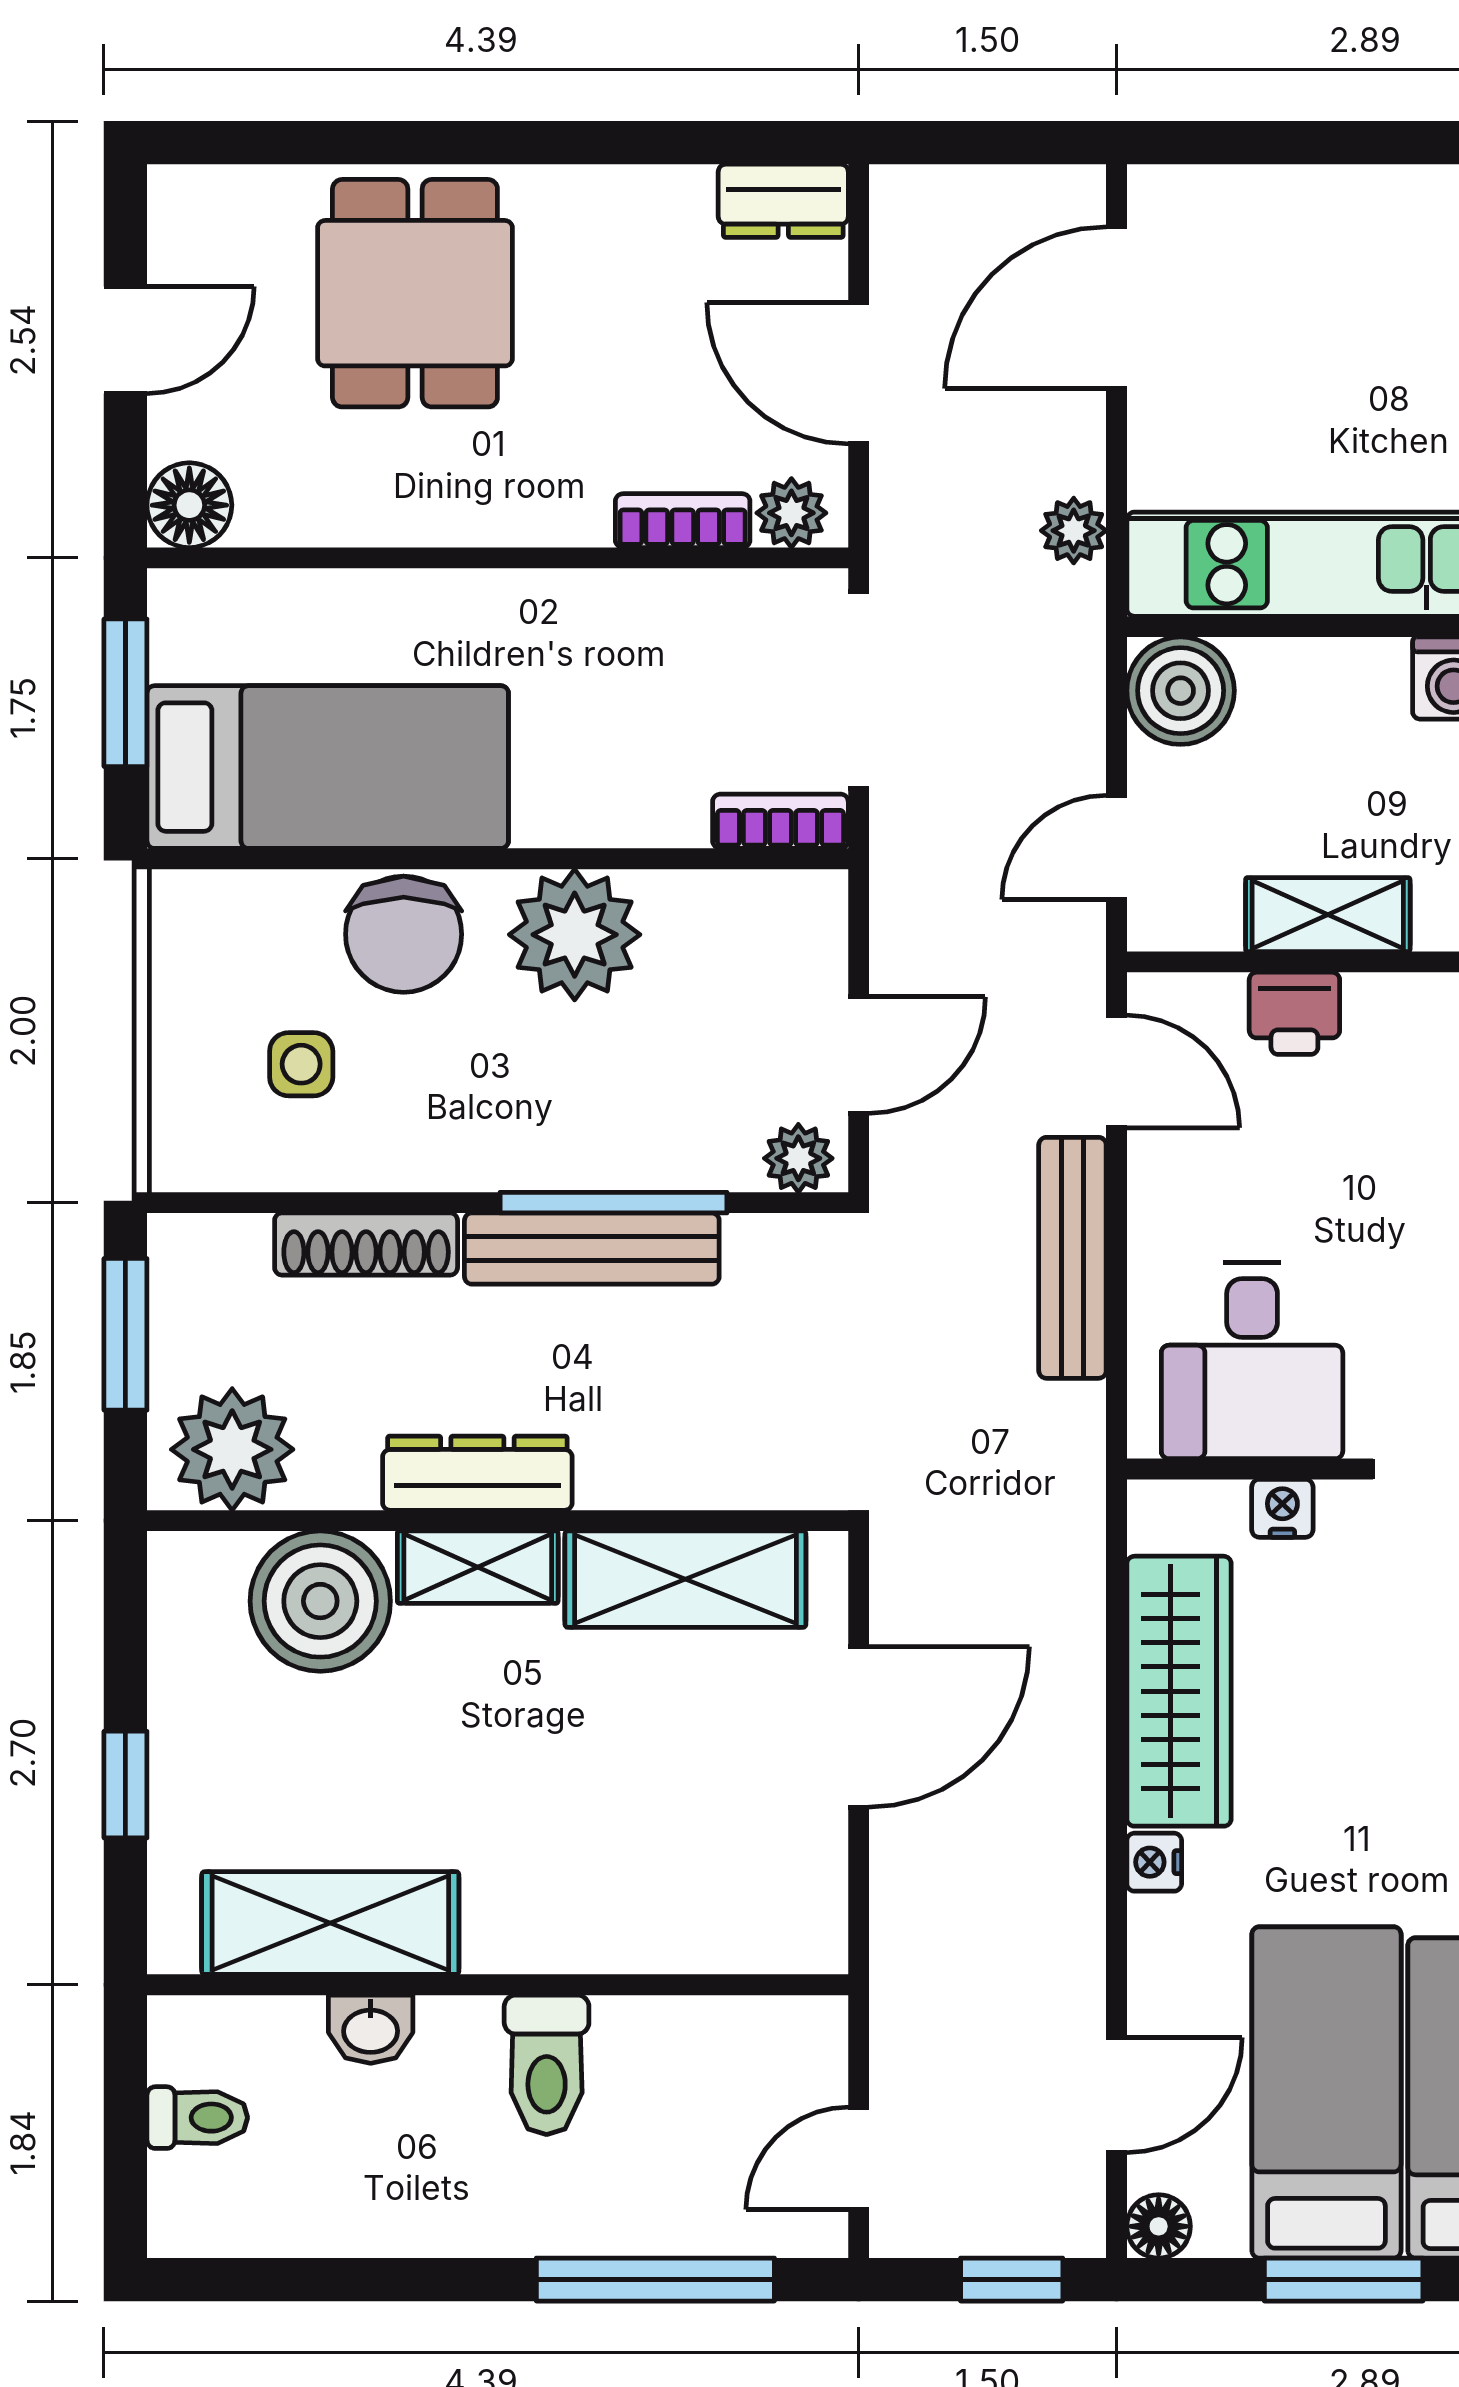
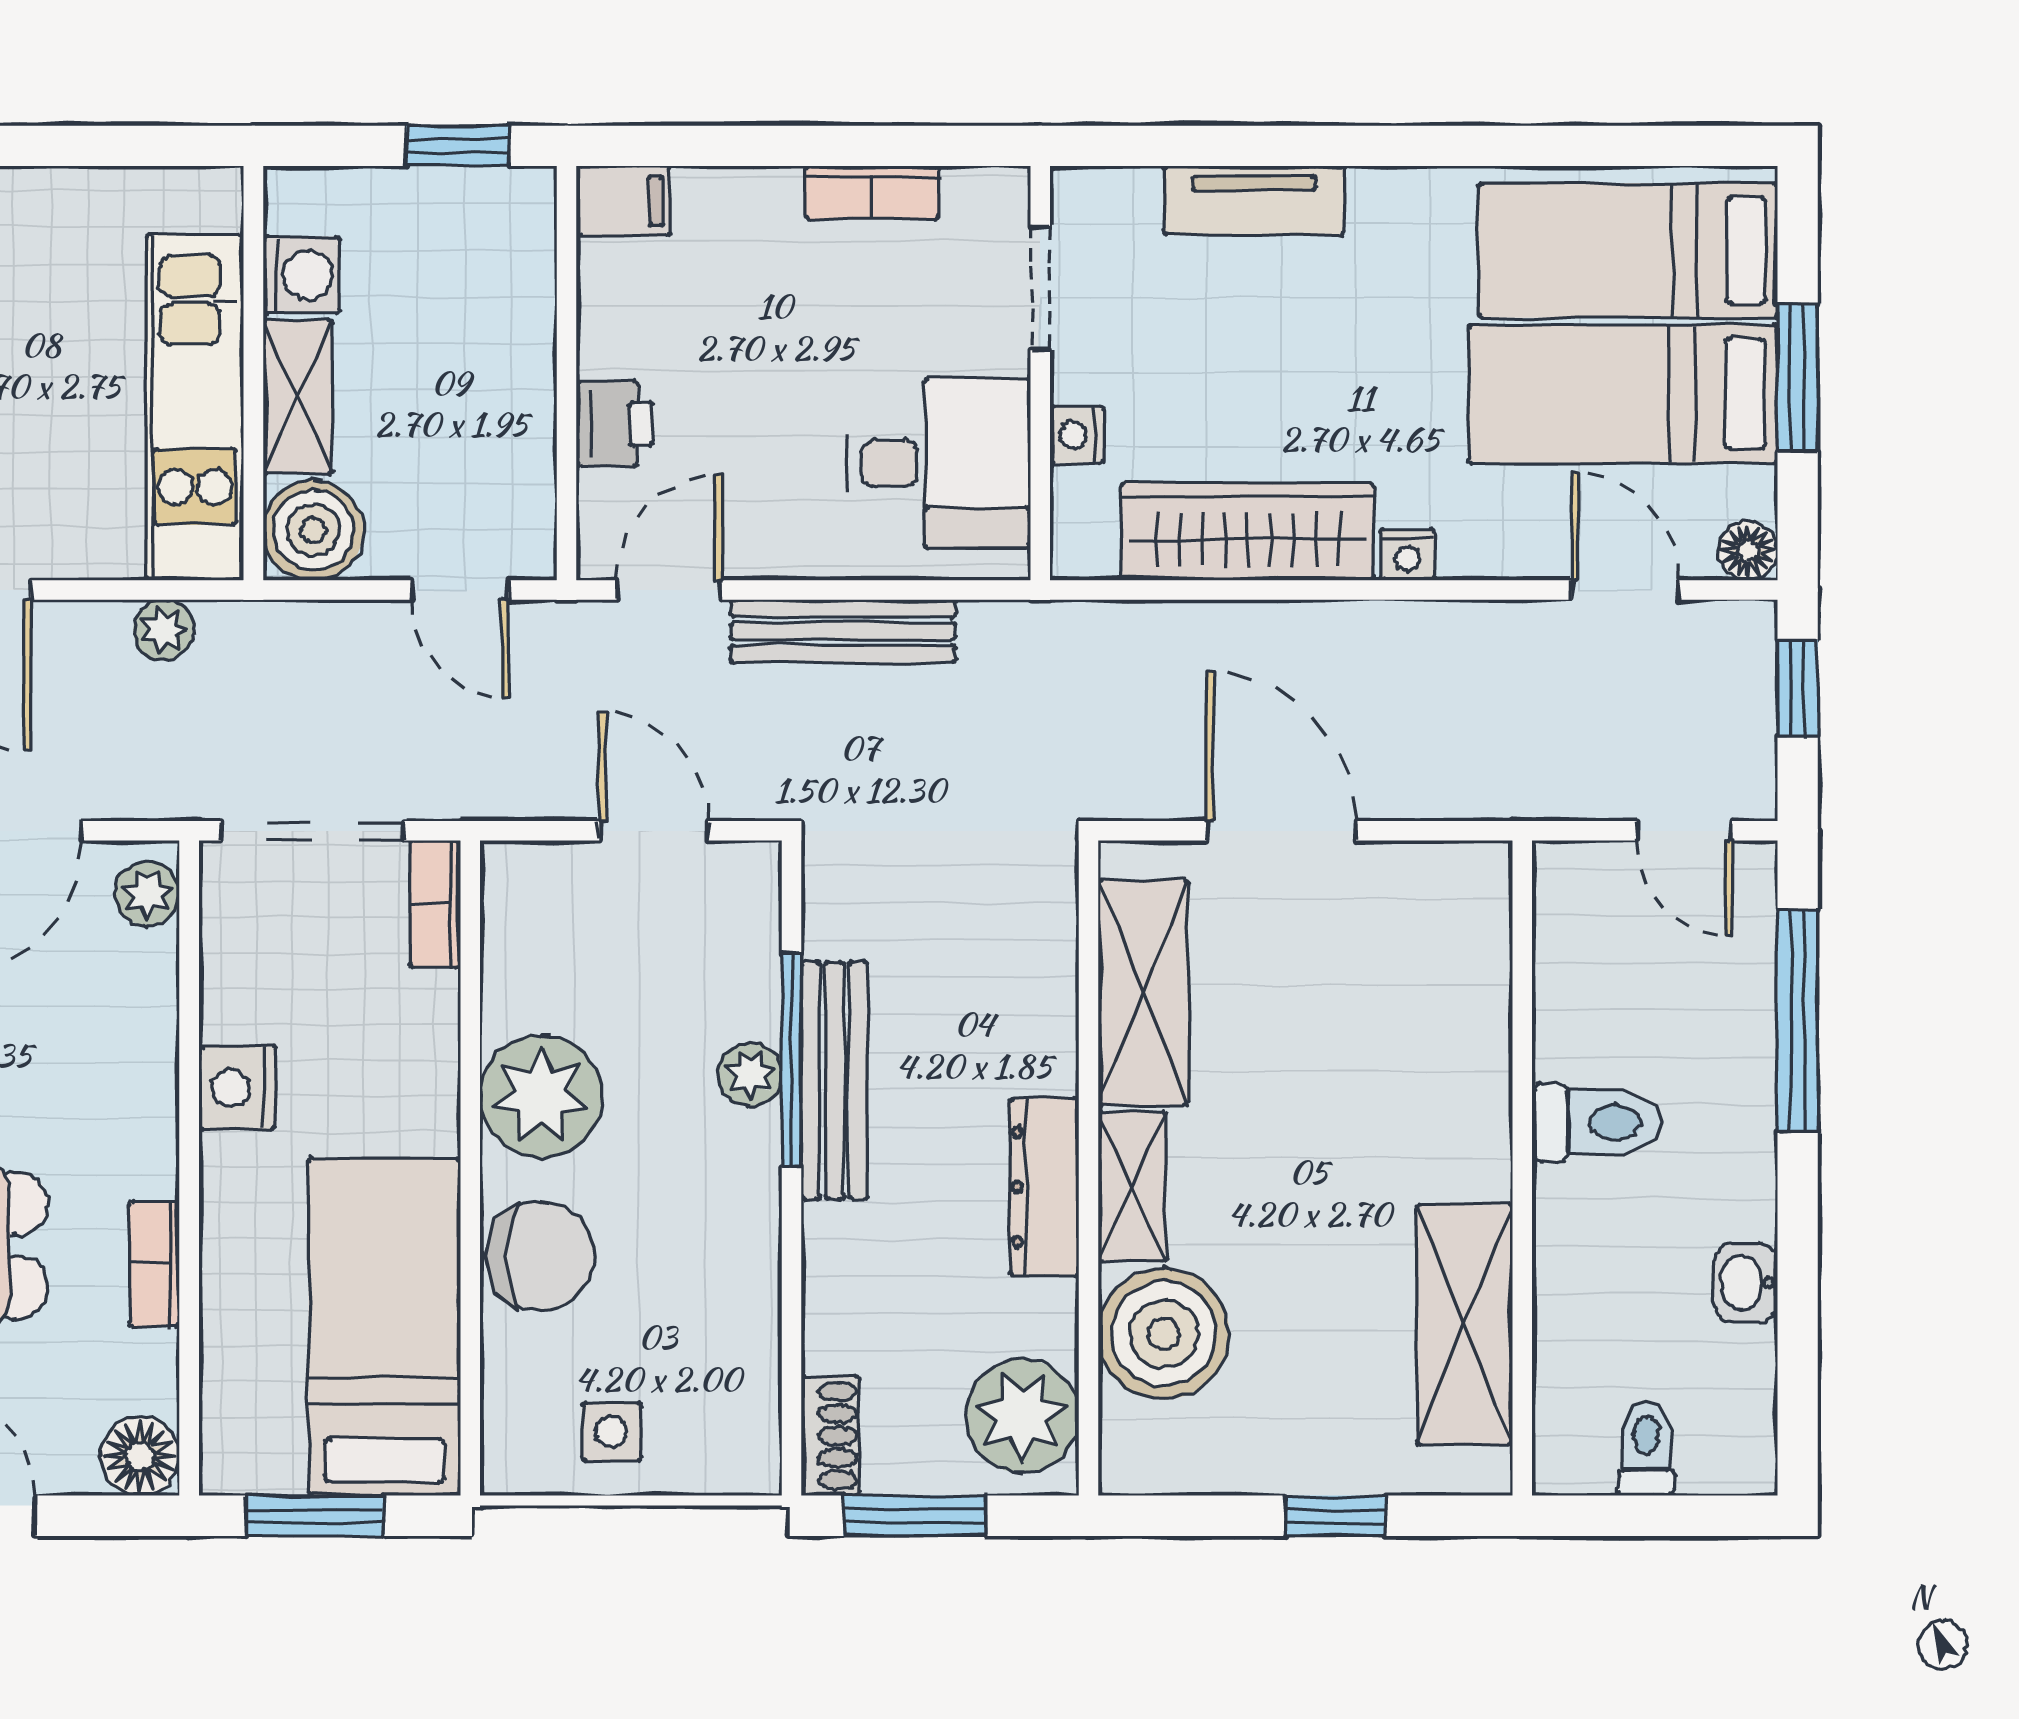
bookcase: (683, 521) -> (154, 1264), moved
nightstand: (584, 609) -> (237, 1088), added
shelving: (1328, 915) -> (298, 397), moved
side table: (301, 1064) -> (611, 1432), moved
plant: (798, 1158) -> (750, 1074), moved
shoe rack: (366, 1244) -> (830, 1436), moved, width x0.70
washbasin: (371, 2029) -> (1746, 1283), moved, turned 180

